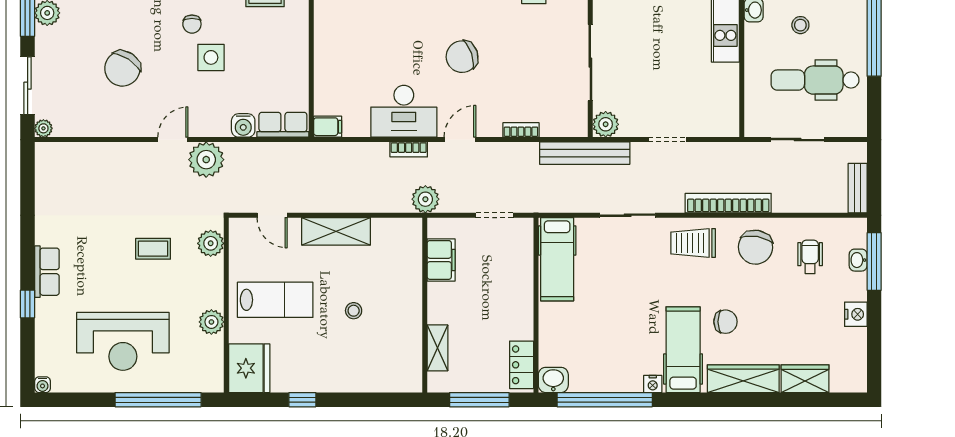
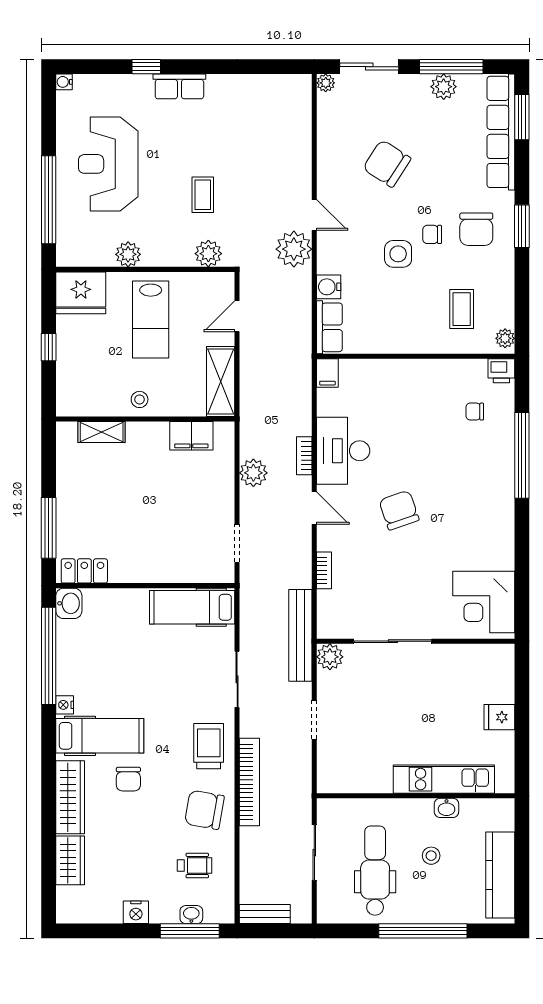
filing cabinet: (441, 260) -> (191, 436), moved
wall: (425, 305) -> (145, 419), moved
shelving: (437, 348) -> (102, 432), moved

